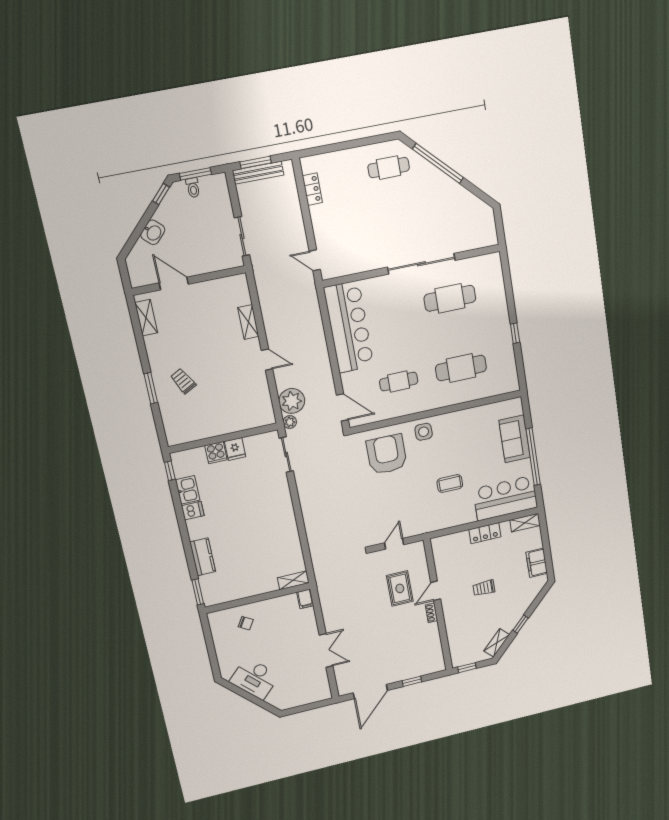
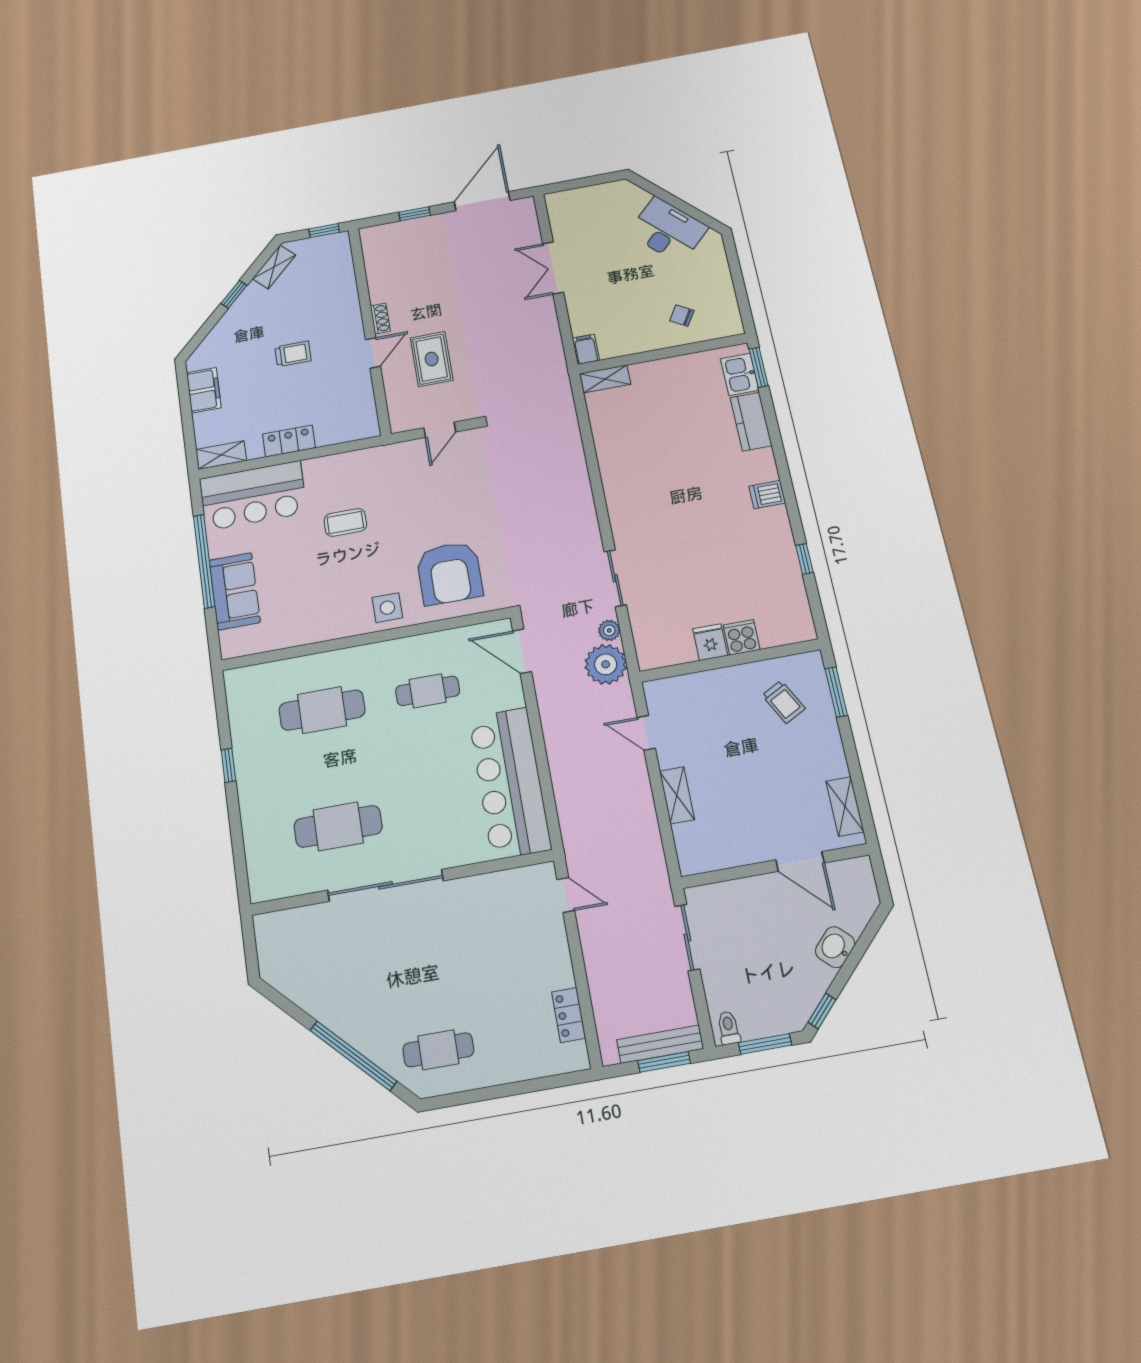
toilet: (193, 188) -> (729, 1028), moved
wall: (223, 438) -> (730, 661), moved
fridge: (235, 449) -> (710, 642), moved
cooker: (216, 453) -> (742, 637), moved
kitchen sink: (188, 490) -> (740, 374), moved

